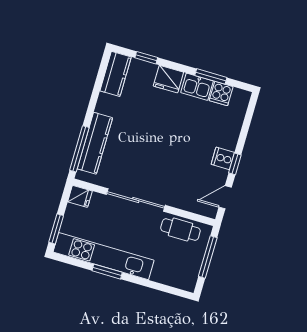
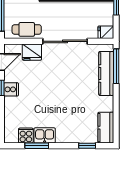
fridge: (168, 79) -> (32, 52), moved, turned 180

